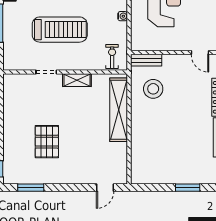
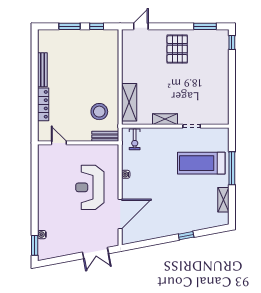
treadmill: (60, 30) -> (201, 163), moved
shelving: (119, 110) -> (129, 102), width x0.68
pallet: (47, 142) -> (177, 49), moved
window: (156, 188) -> (97, 26), added

